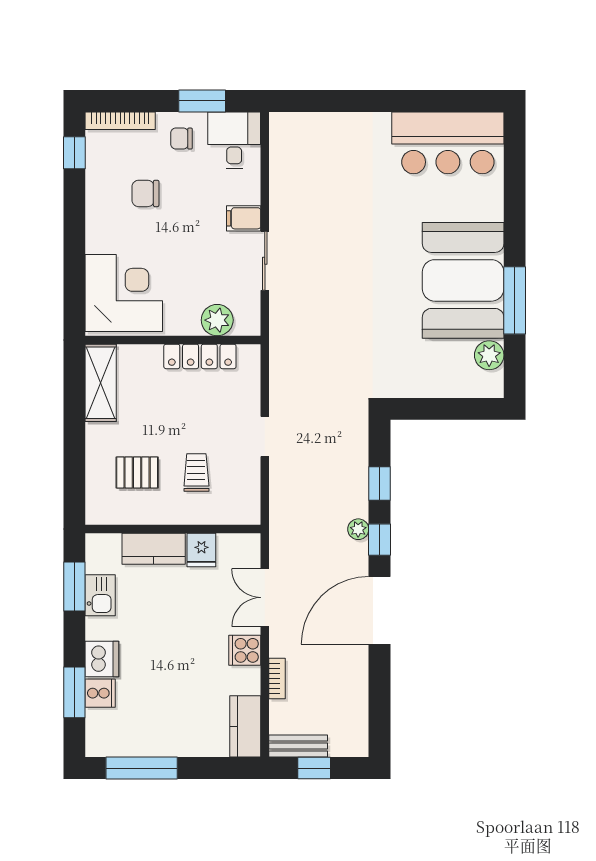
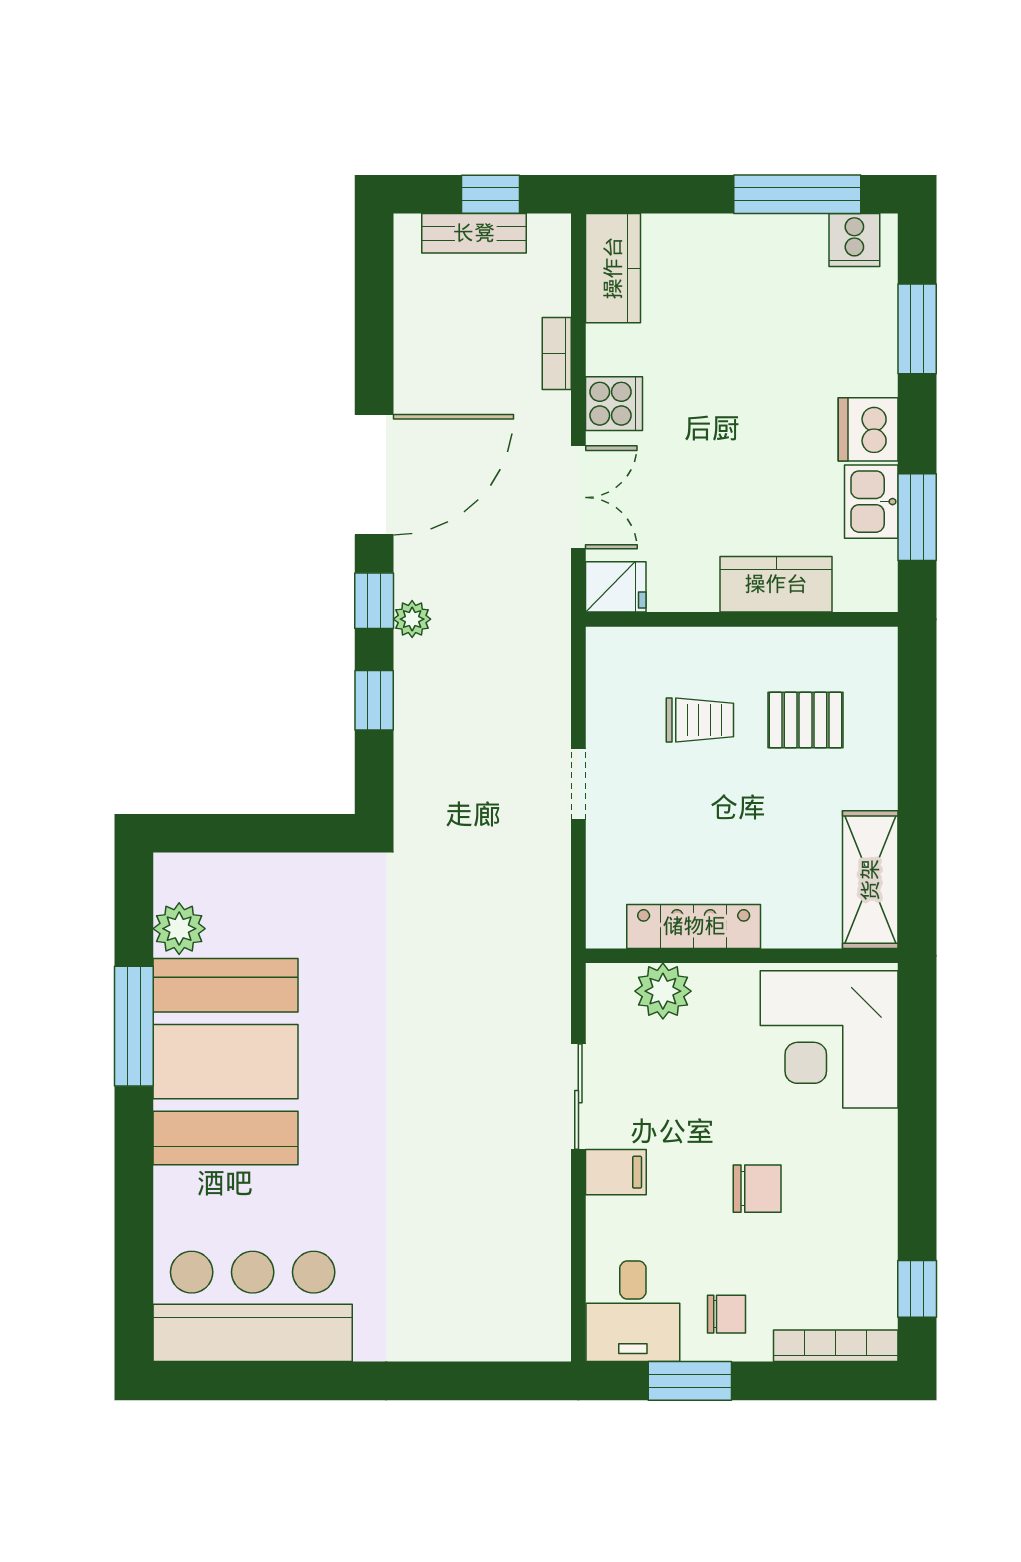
chair: (145, 193) -> (757, 1189), moved
trolley: (196, 472) -> (700, 720), turned -90
fridge: (201, 550) -> (616, 587), moved, turned 90
dishwasher: (102, 659) -> (868, 429), moved
cooker: (100, 693) -> (854, 240), moved, turned -90
bench: (298, 746) -> (474, 233), moved

